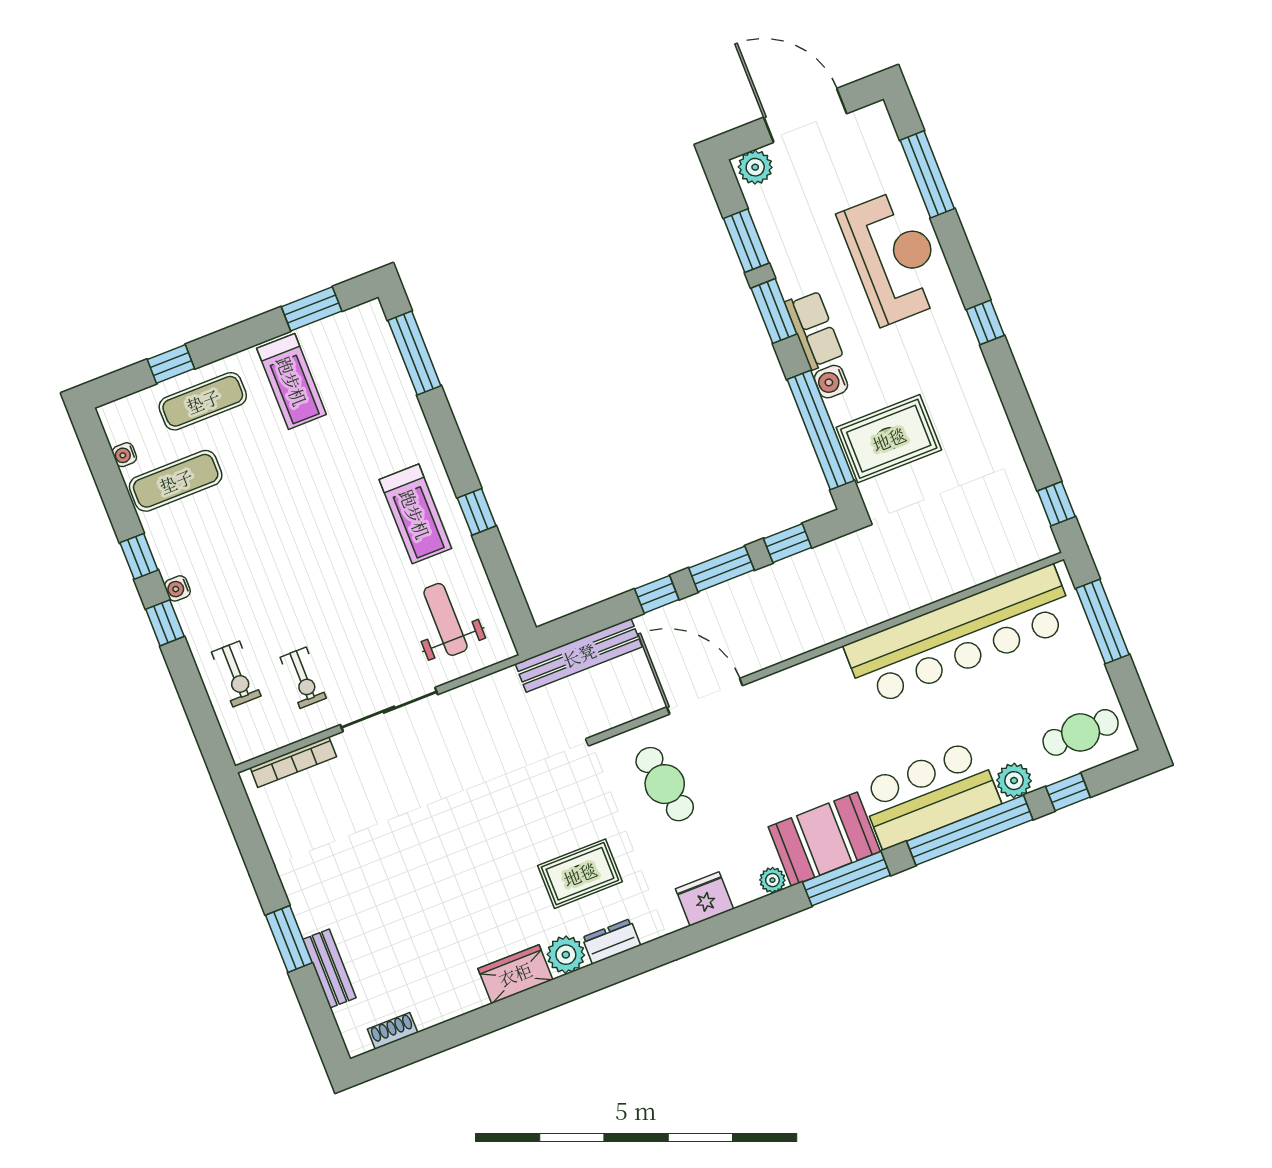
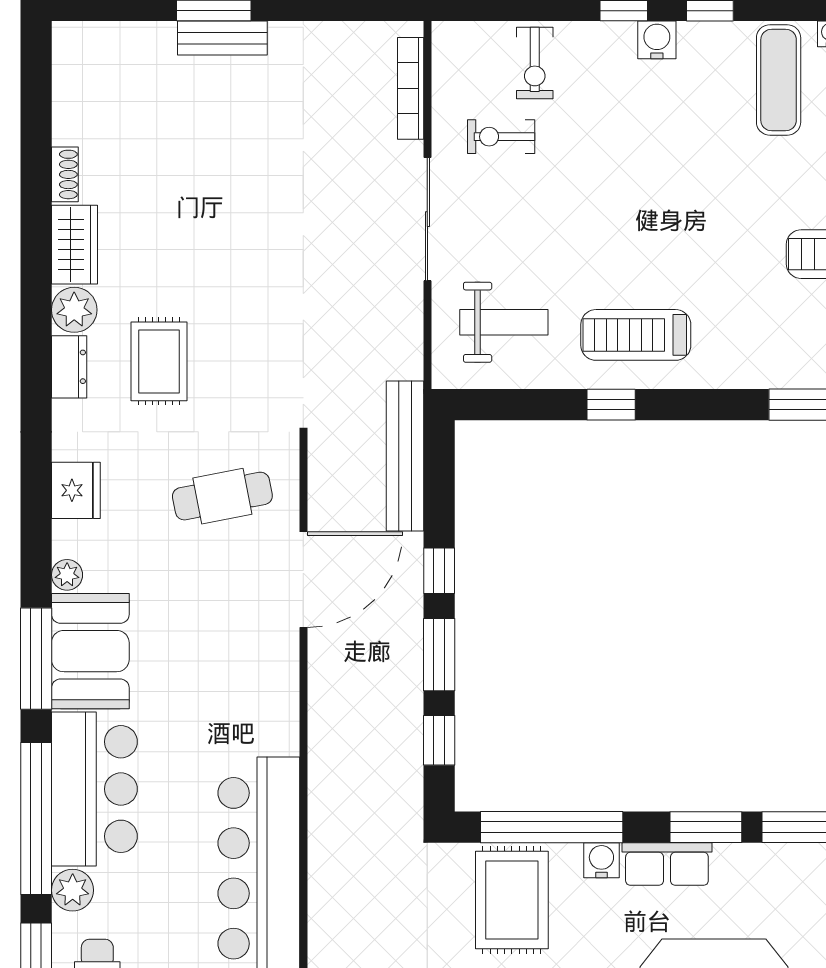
water cooler: (177, 588) -> (657, 40), width x1.38, depth x1.38
exercise bike: (236, 674) -> (535, 63), turned -90
bench: (329, 969) -> (222, 38), moved
shoe rack: (393, 1031) -> (65, 174), moved

